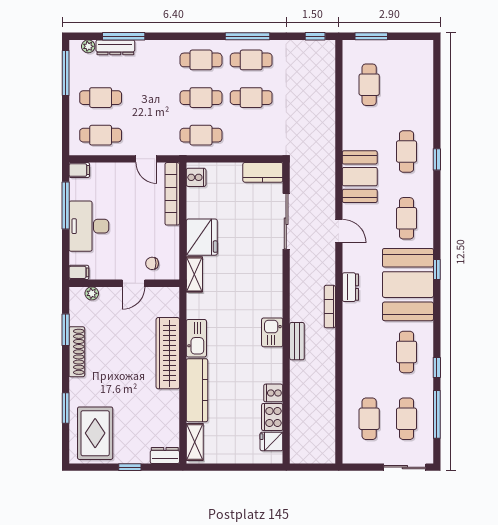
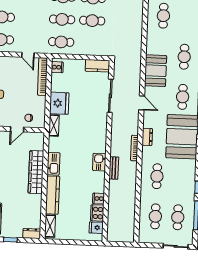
cafe table: (407, 352) -> (157, 176), moved

